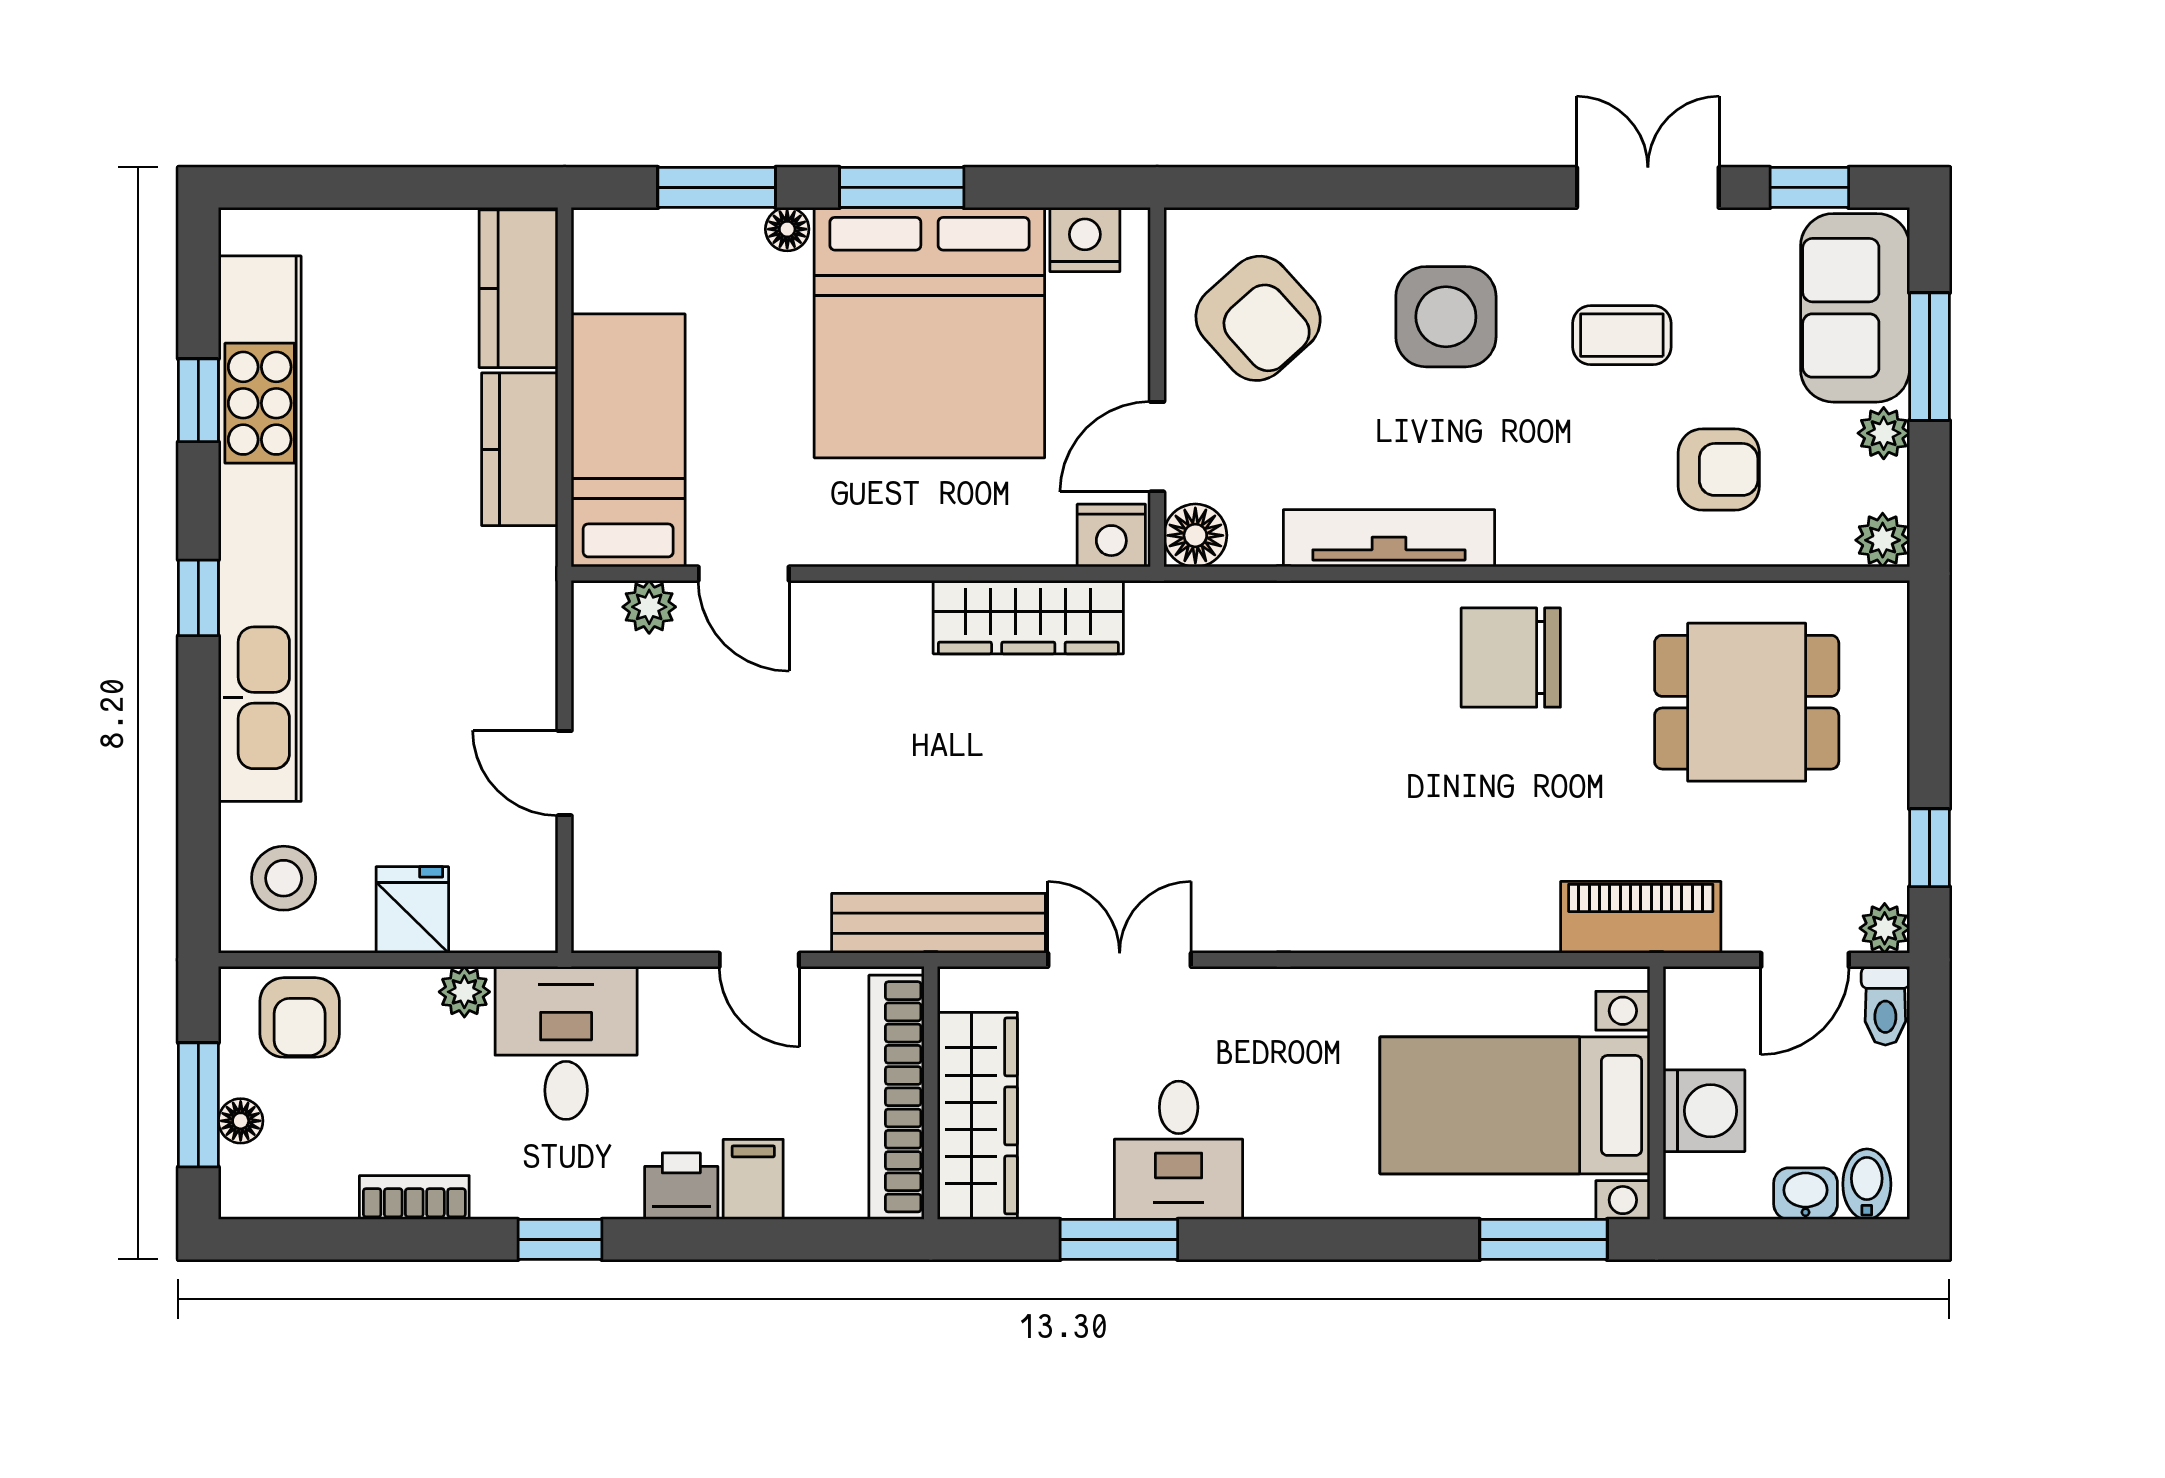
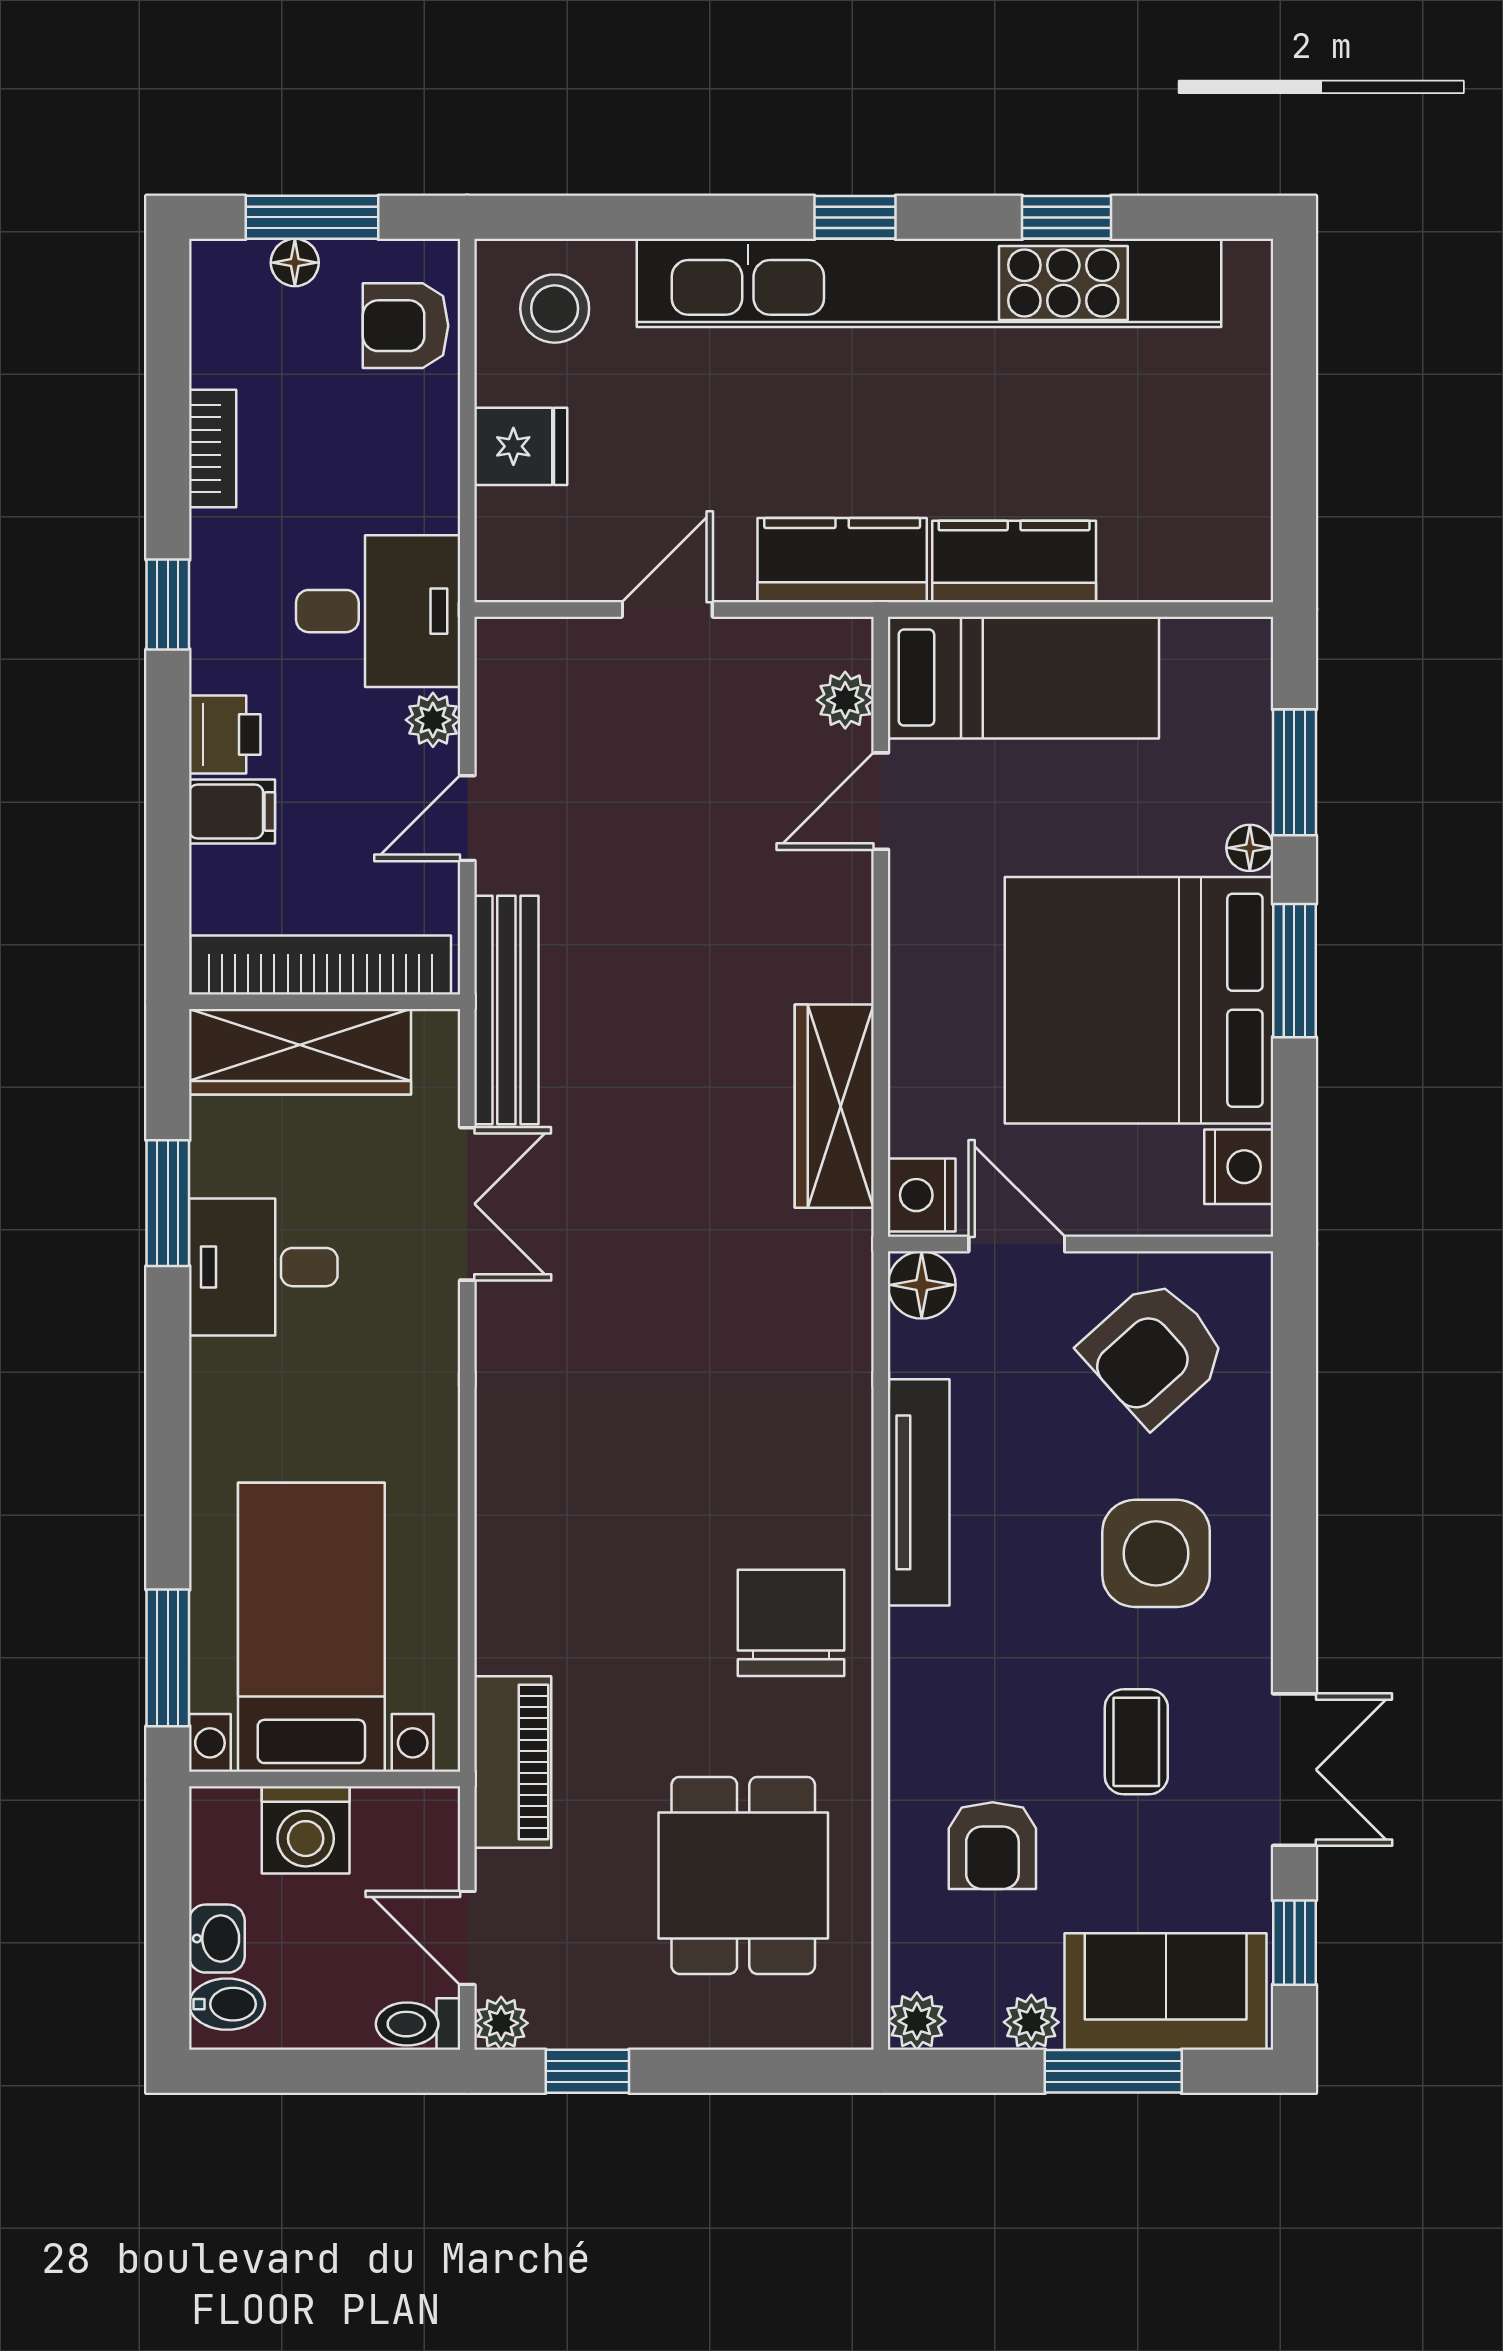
kitchen counter: (519, 289) -> (842, 560), moved
plant: (464, 992) -> (433, 720), moved

